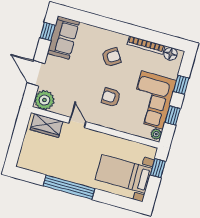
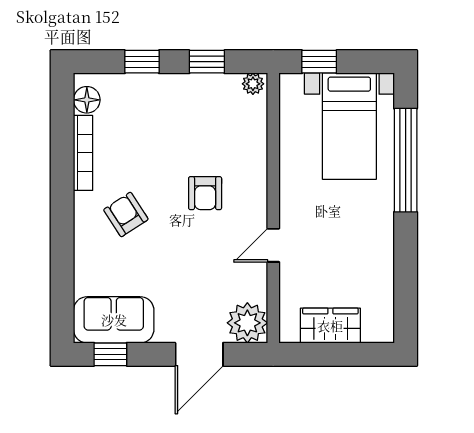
corner sofa: (152, 100) -> (188, 110), removed
wardrobe: (47, 126) -> (330, 326), moved, turned -90
window: (69, 187) -> (406, 160), moved

